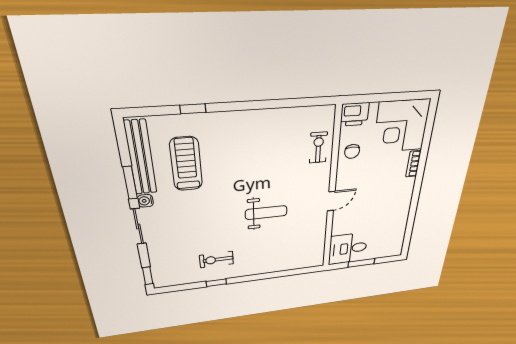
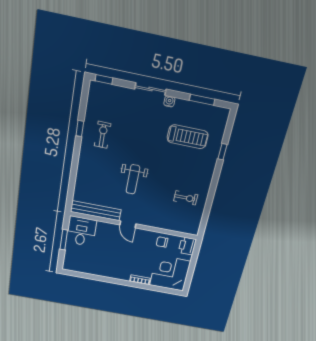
exercise bike: (318, 148) -> (186, 198), moved
bench: (141, 158) -> (96, 211), moved
window: (130, 183) -> (202, 100), moved

